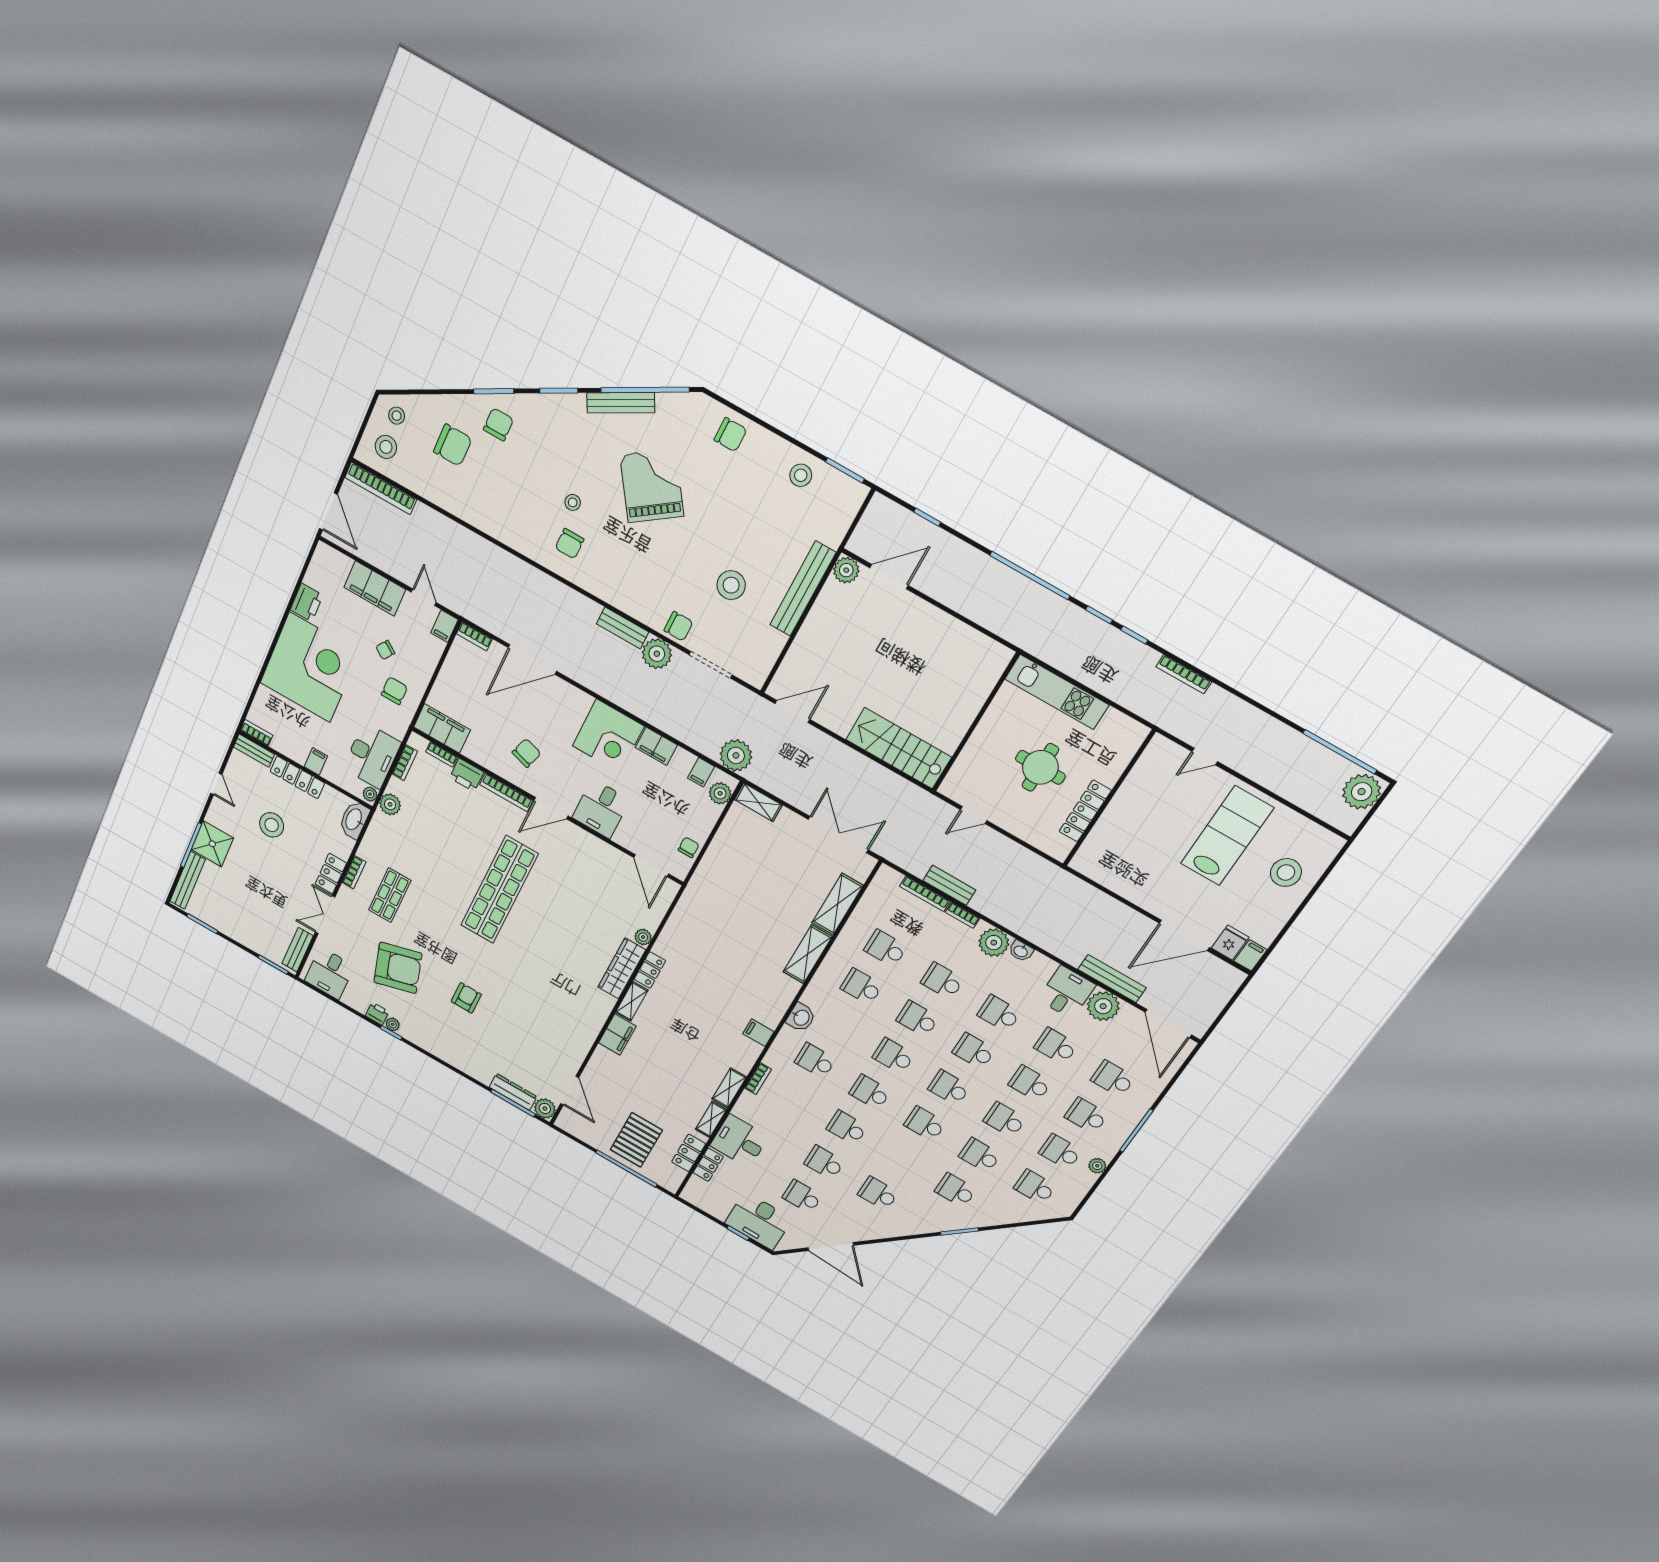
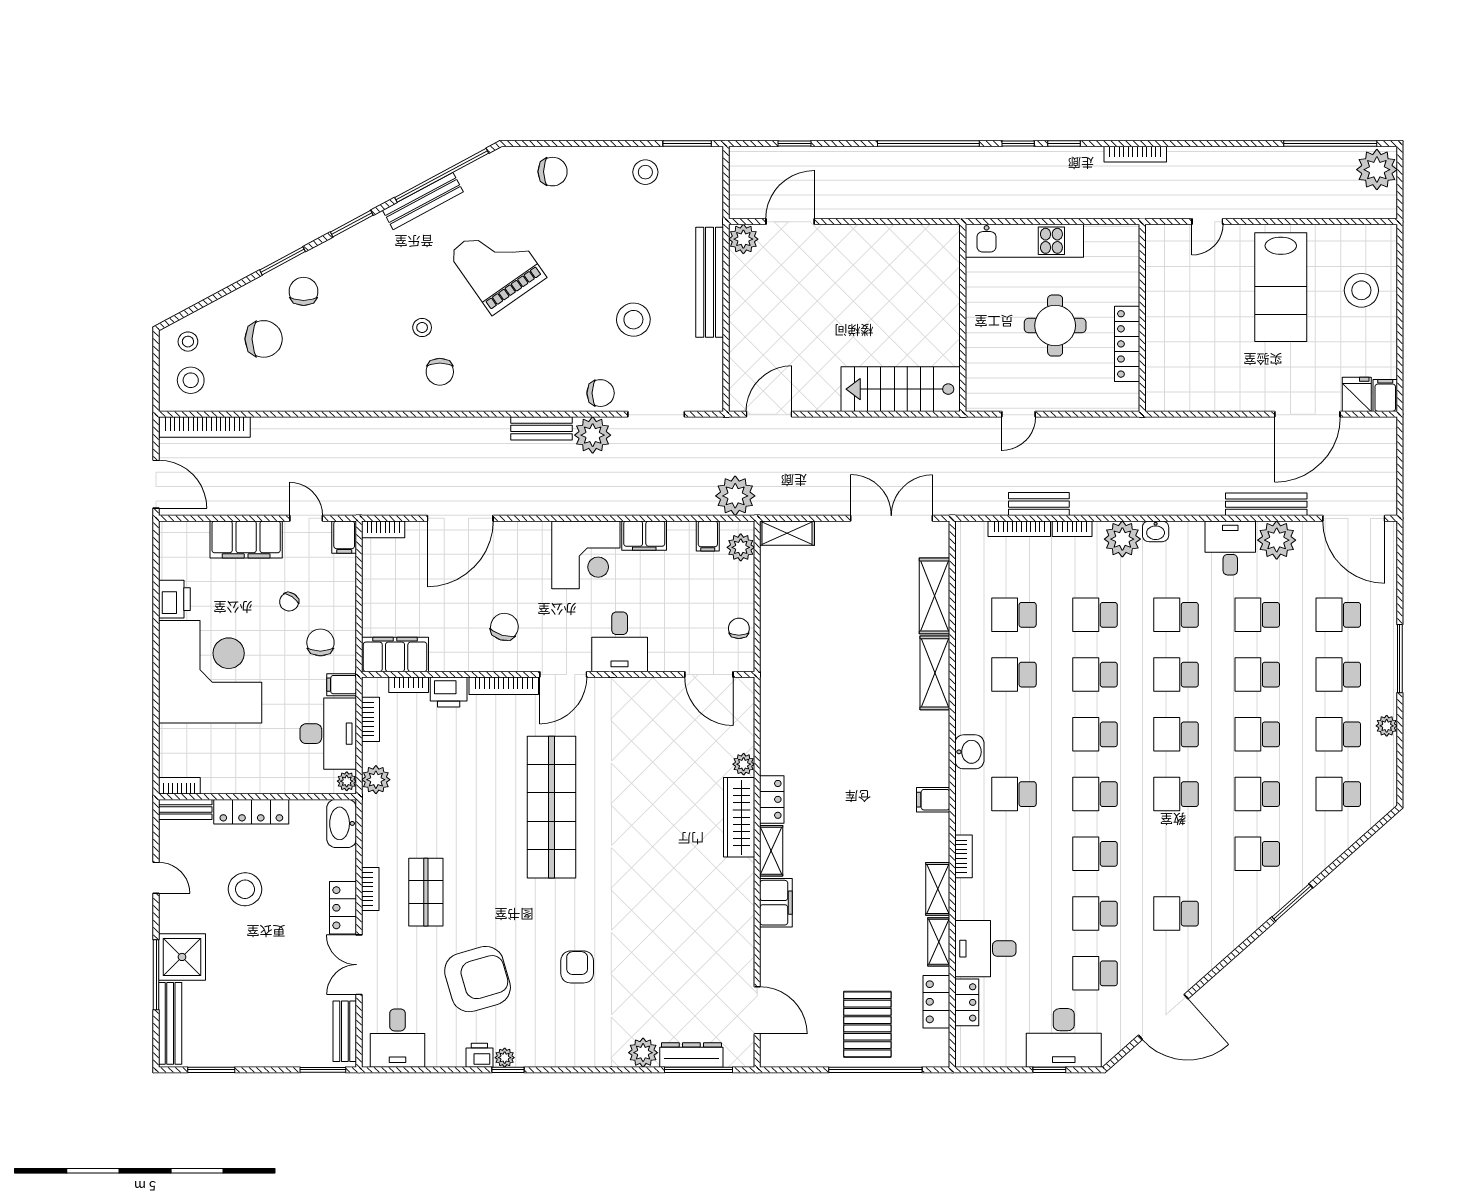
filing cabinet: (316, 761) -> (342, 685), moved, turned -90
lab bench: (1227, 836) -> (1281, 287), turned 180
plant: (545, 1108) -> (643, 1053), moved

